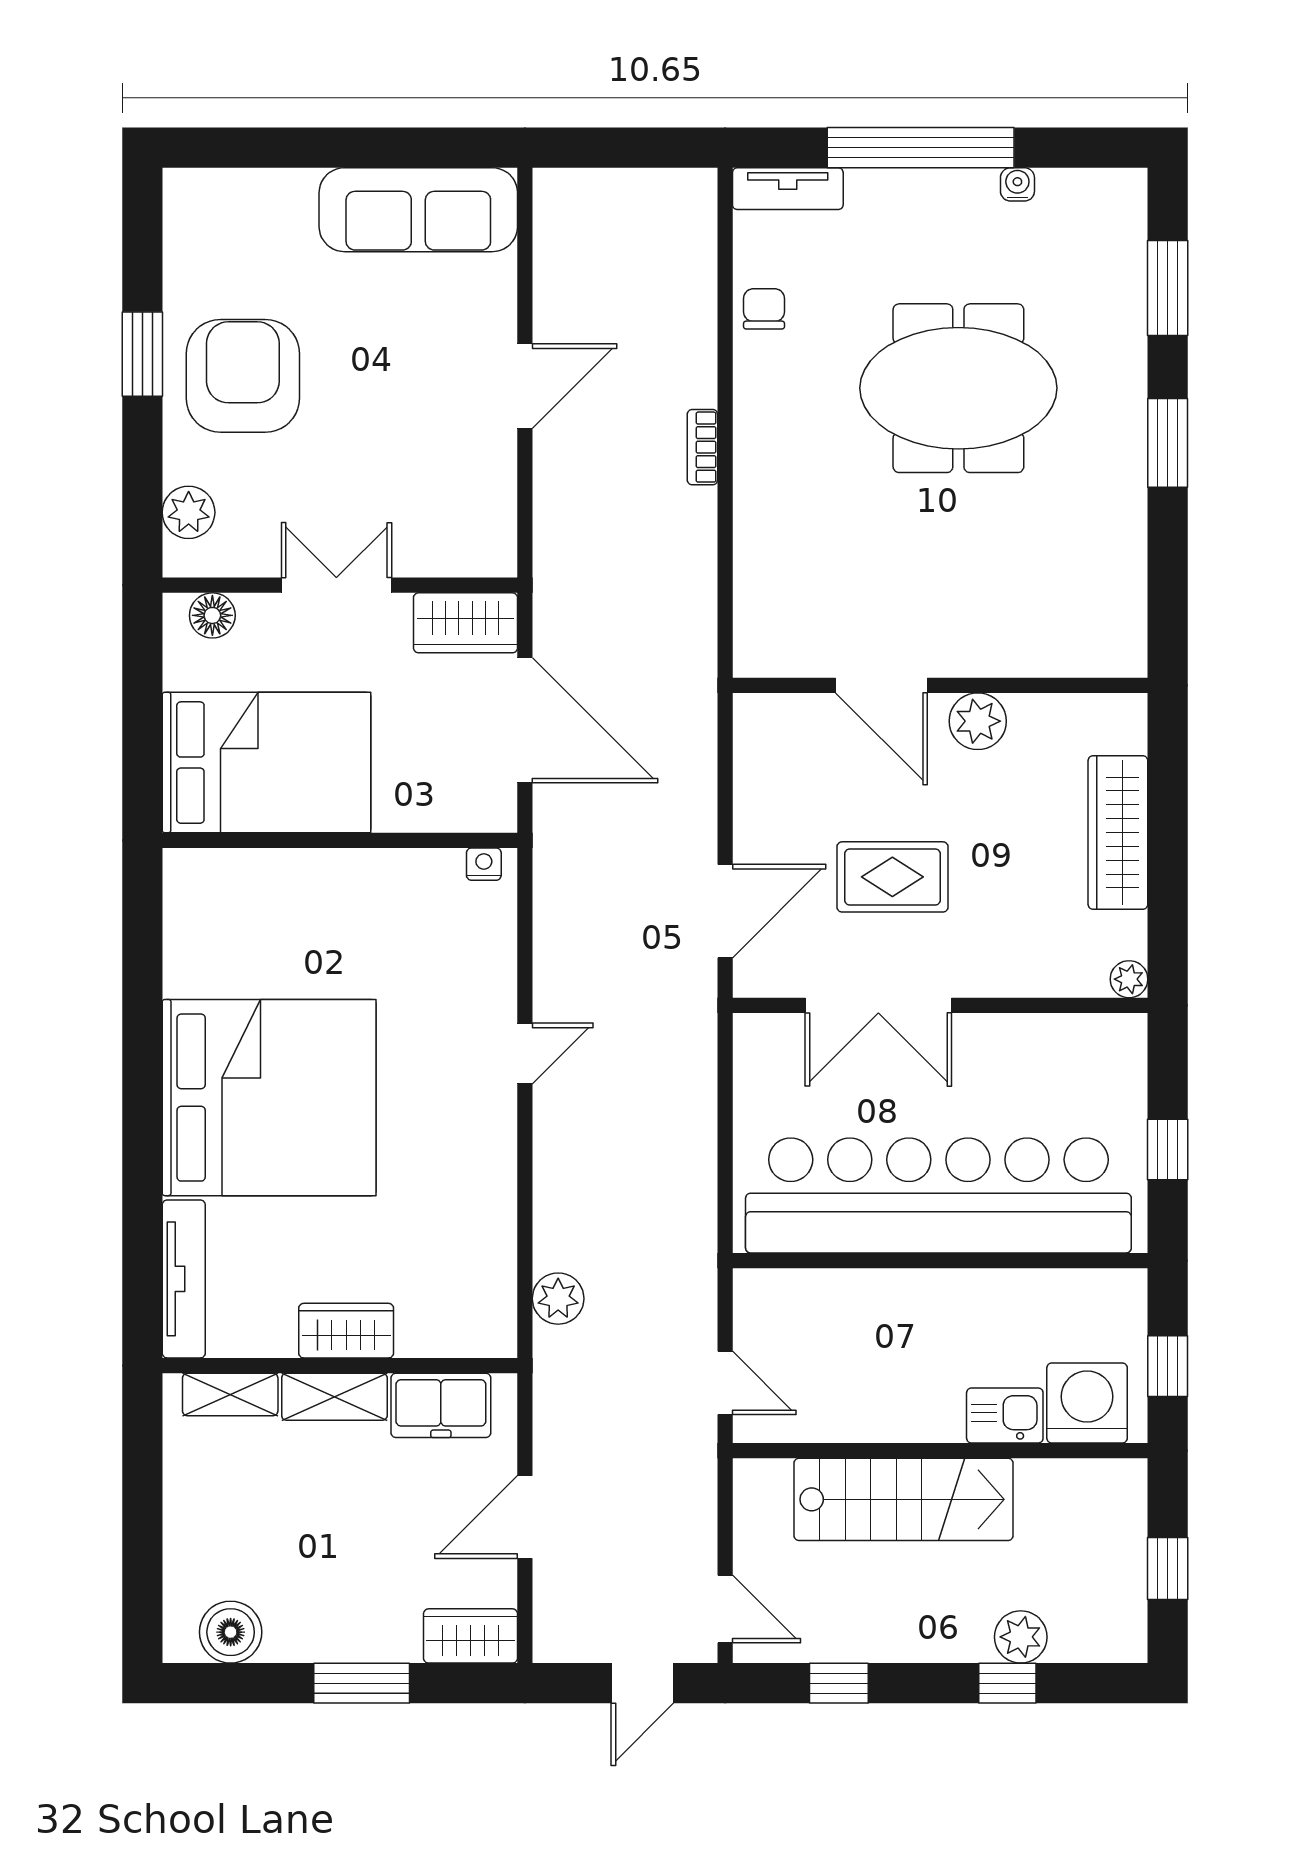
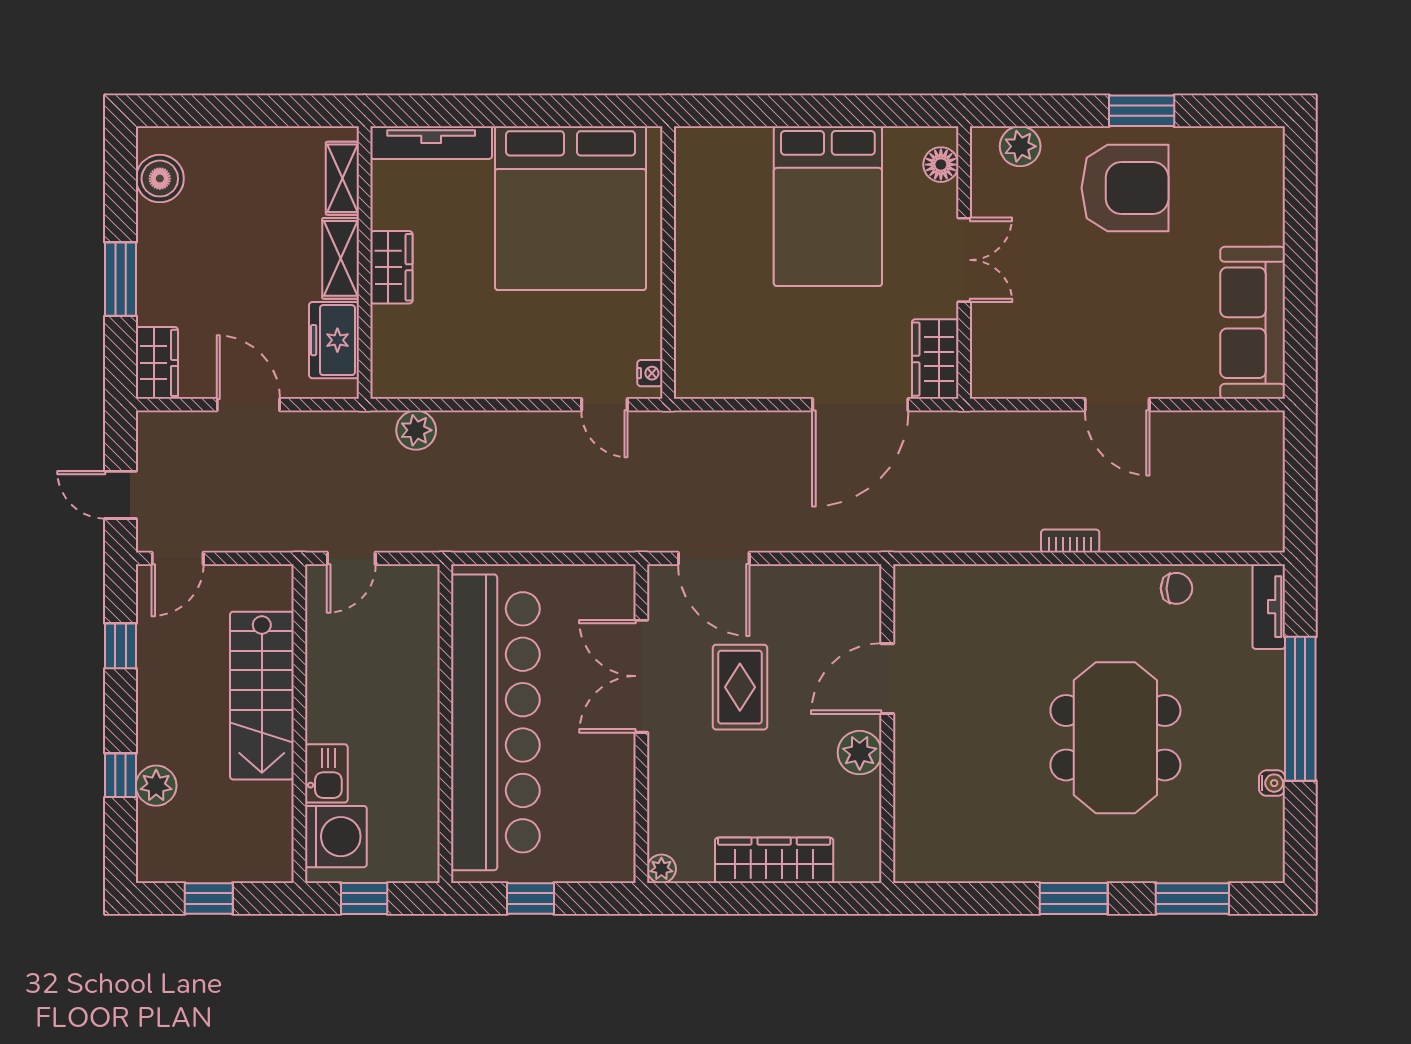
wall: (340, 840) -> (668, 263), moved
nightstand: (484, 864) -> (650, 373), moved

